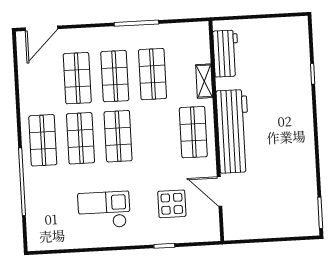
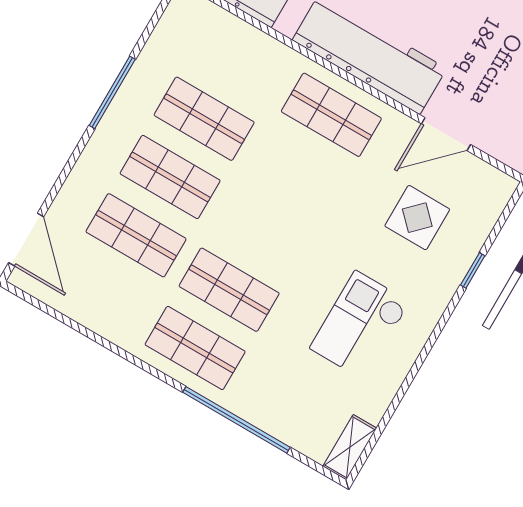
shelving: (204, 81) -> (350, 447), moved, turned 90
shop shelf: (118, 136) -> (263, 231), removed

